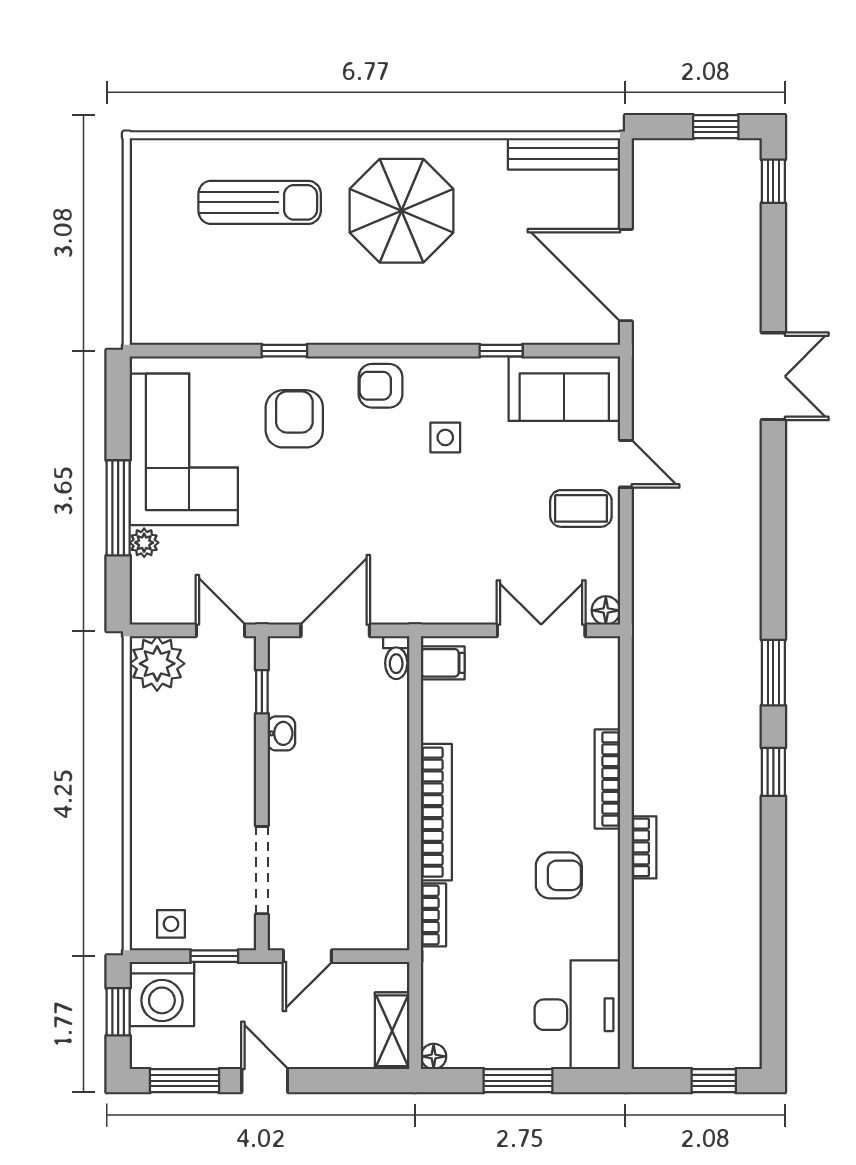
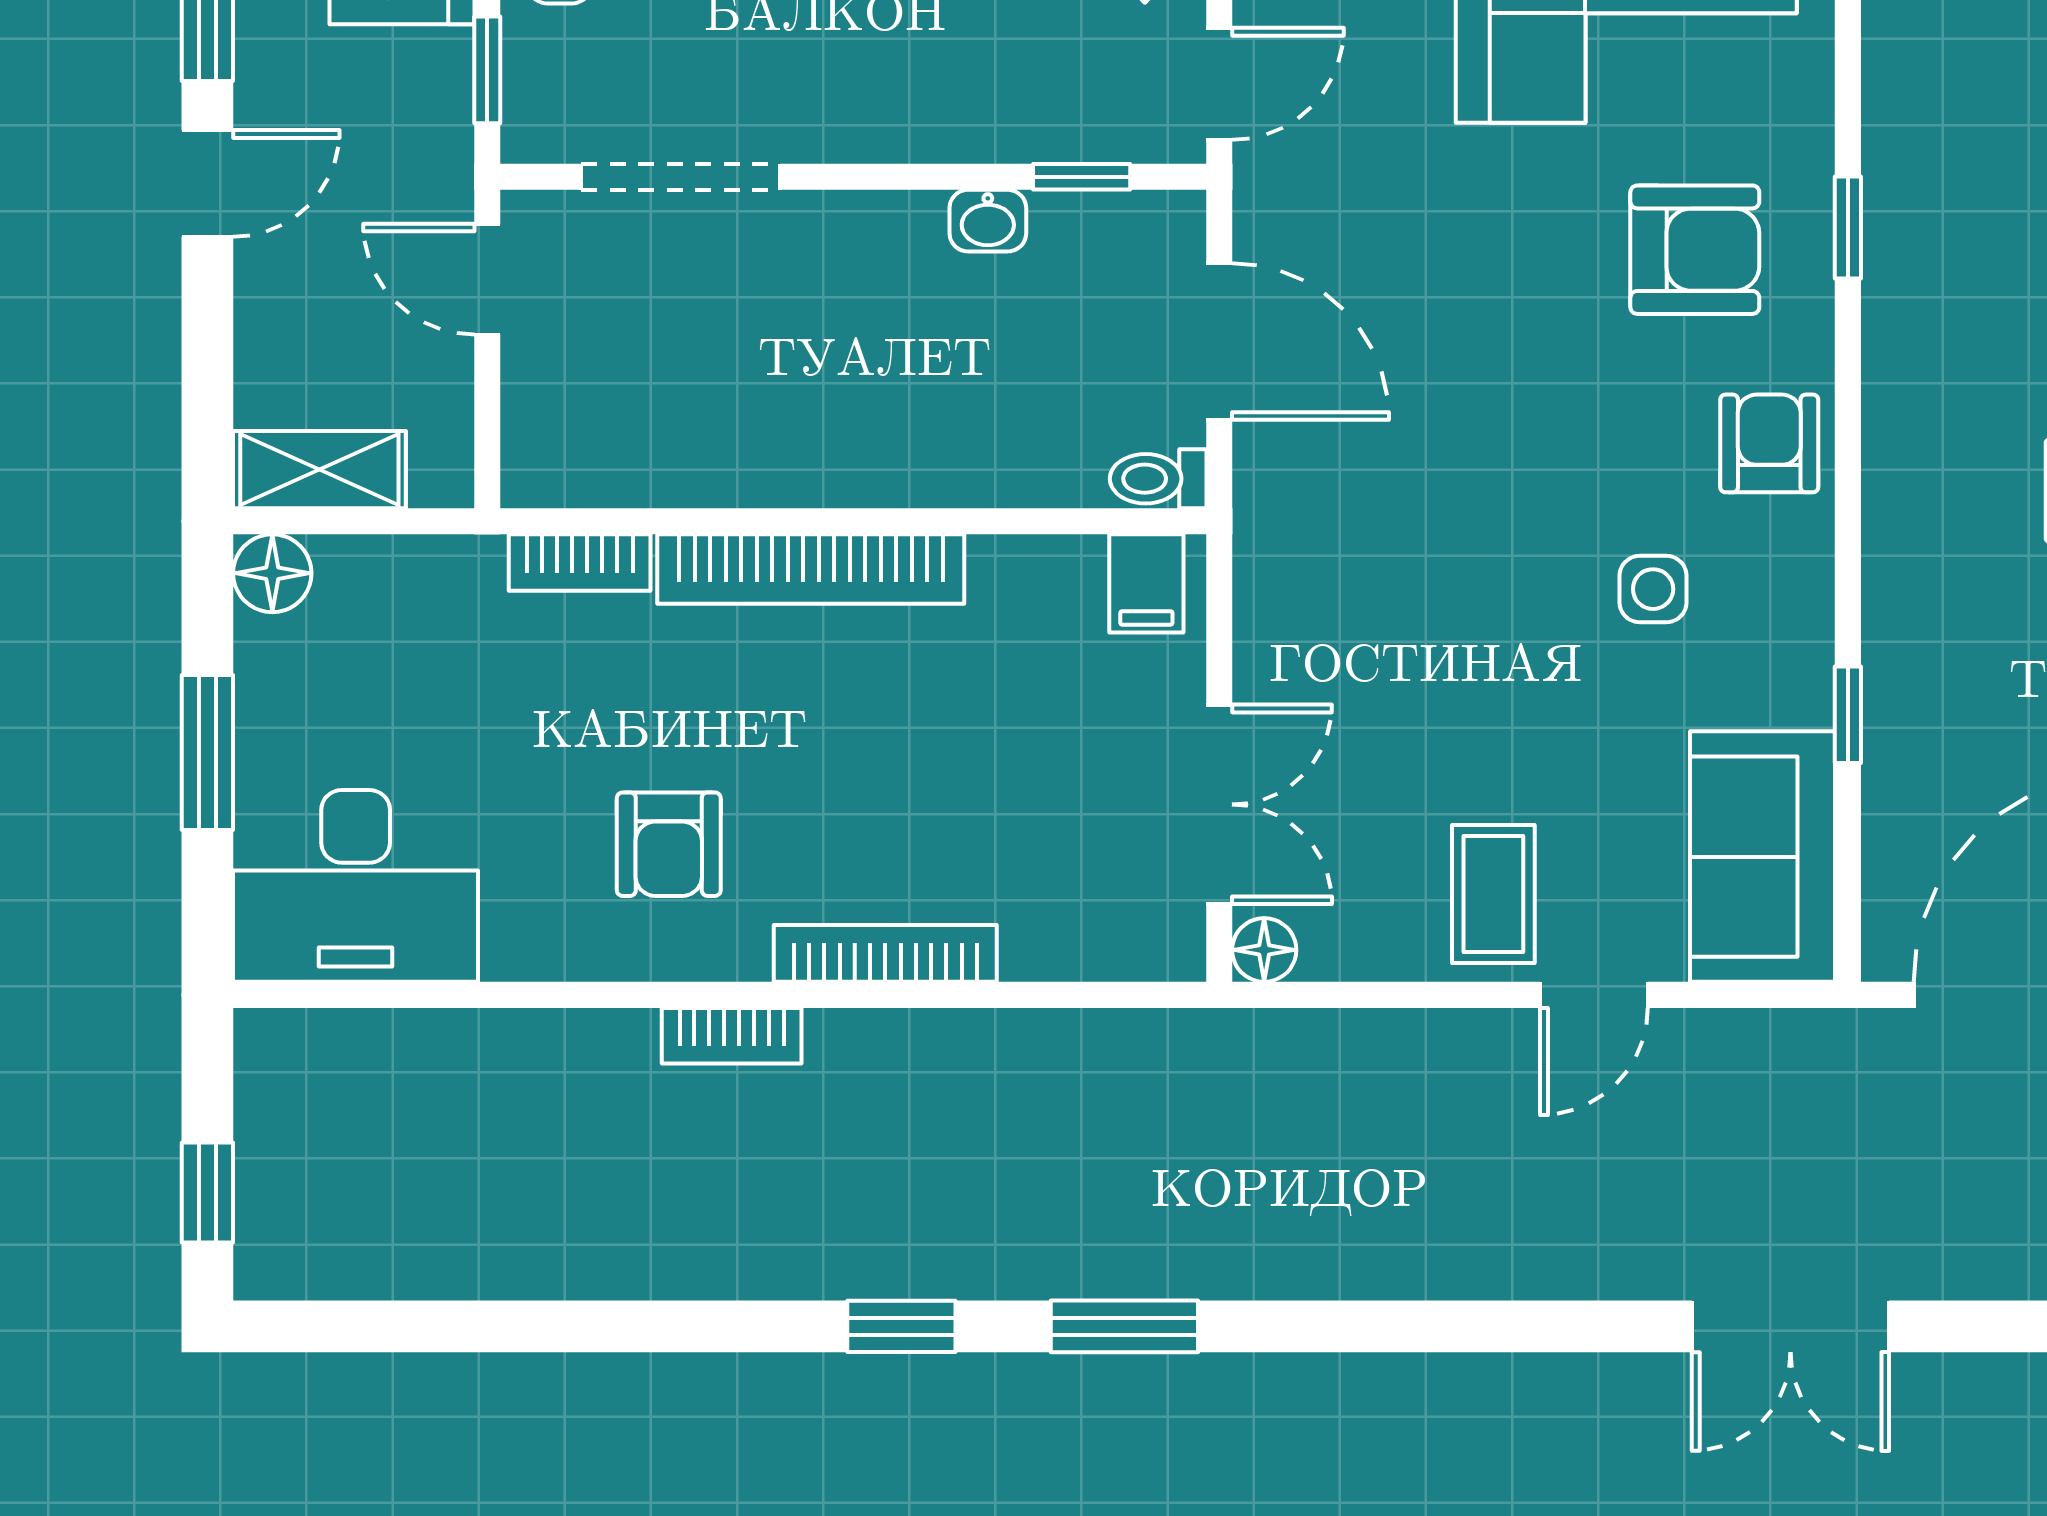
floor lamp: (434, 1056) -> (272, 573), width x1.37, depth x1.37

